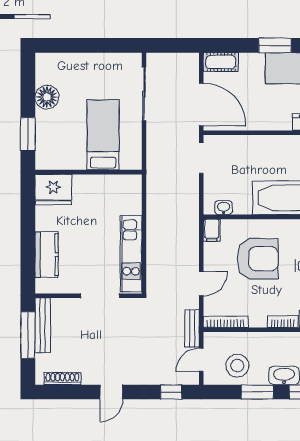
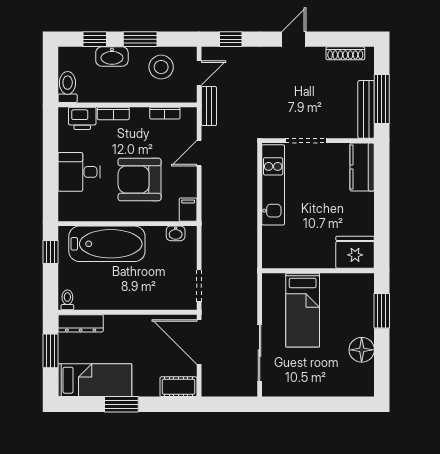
kitchen counter: (47, 255) -> (362, 167), moved
bookcase: (226, 322) -> (165, 113), width x0.64

